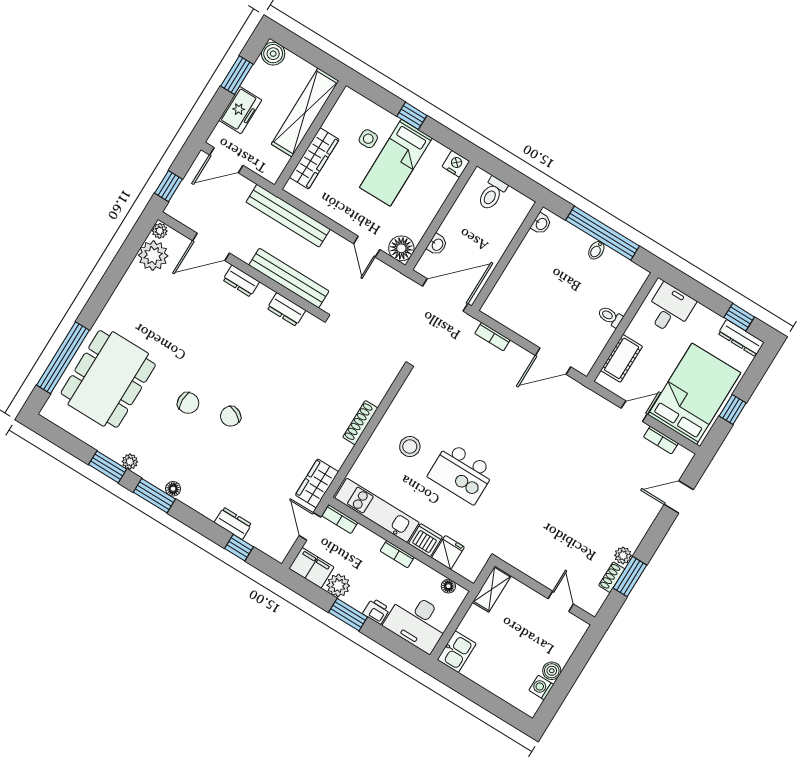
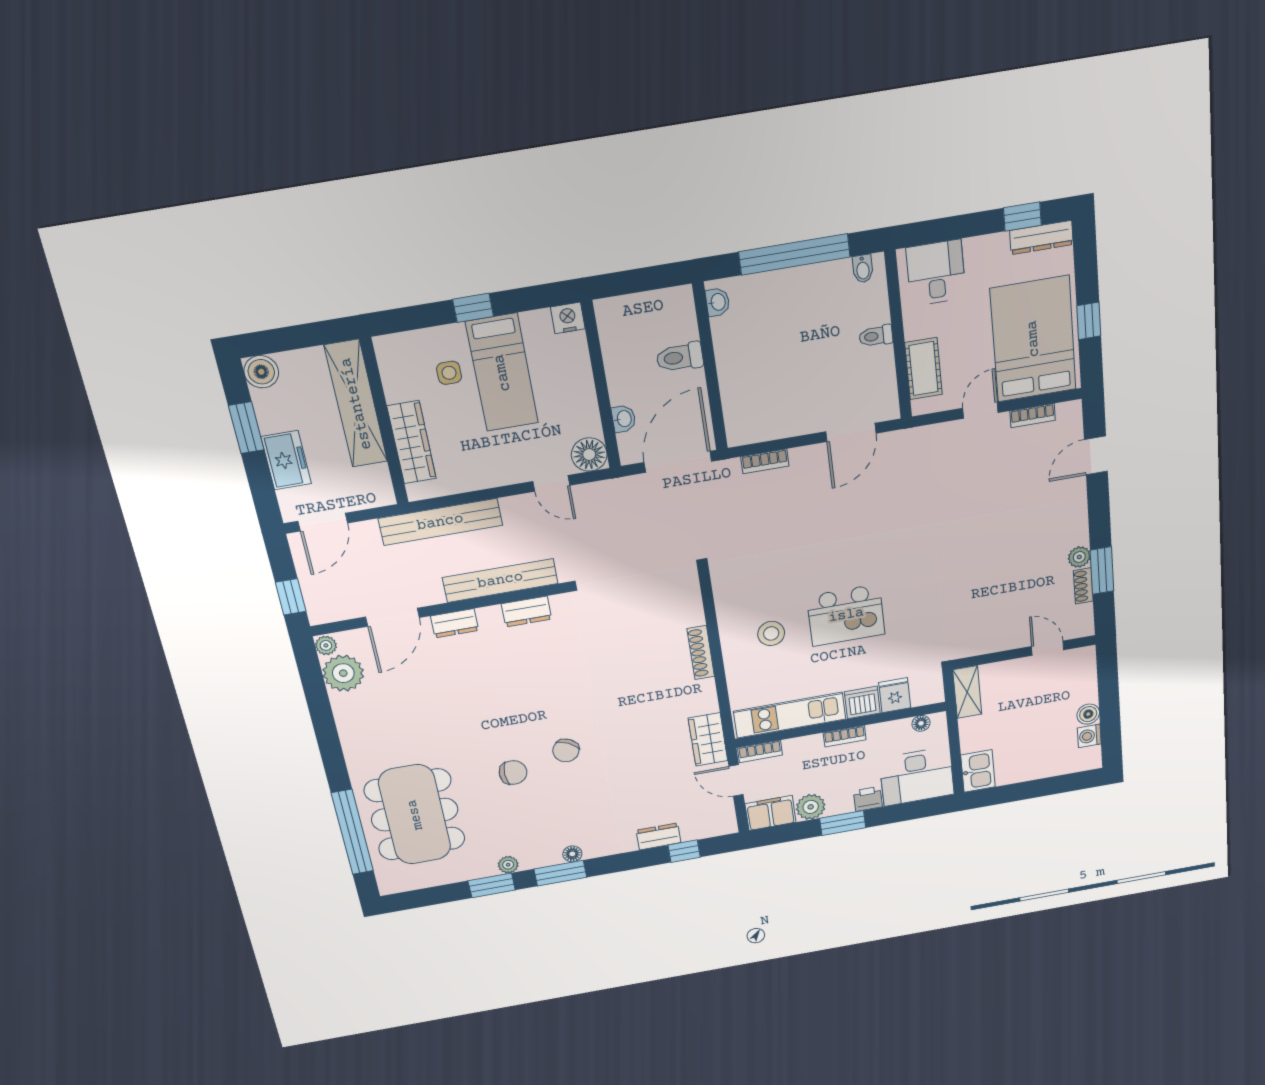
toilet: (492, 194) -> (680, 357), moved, turned 90
bidet: (596, 250) -> (863, 269), moved

